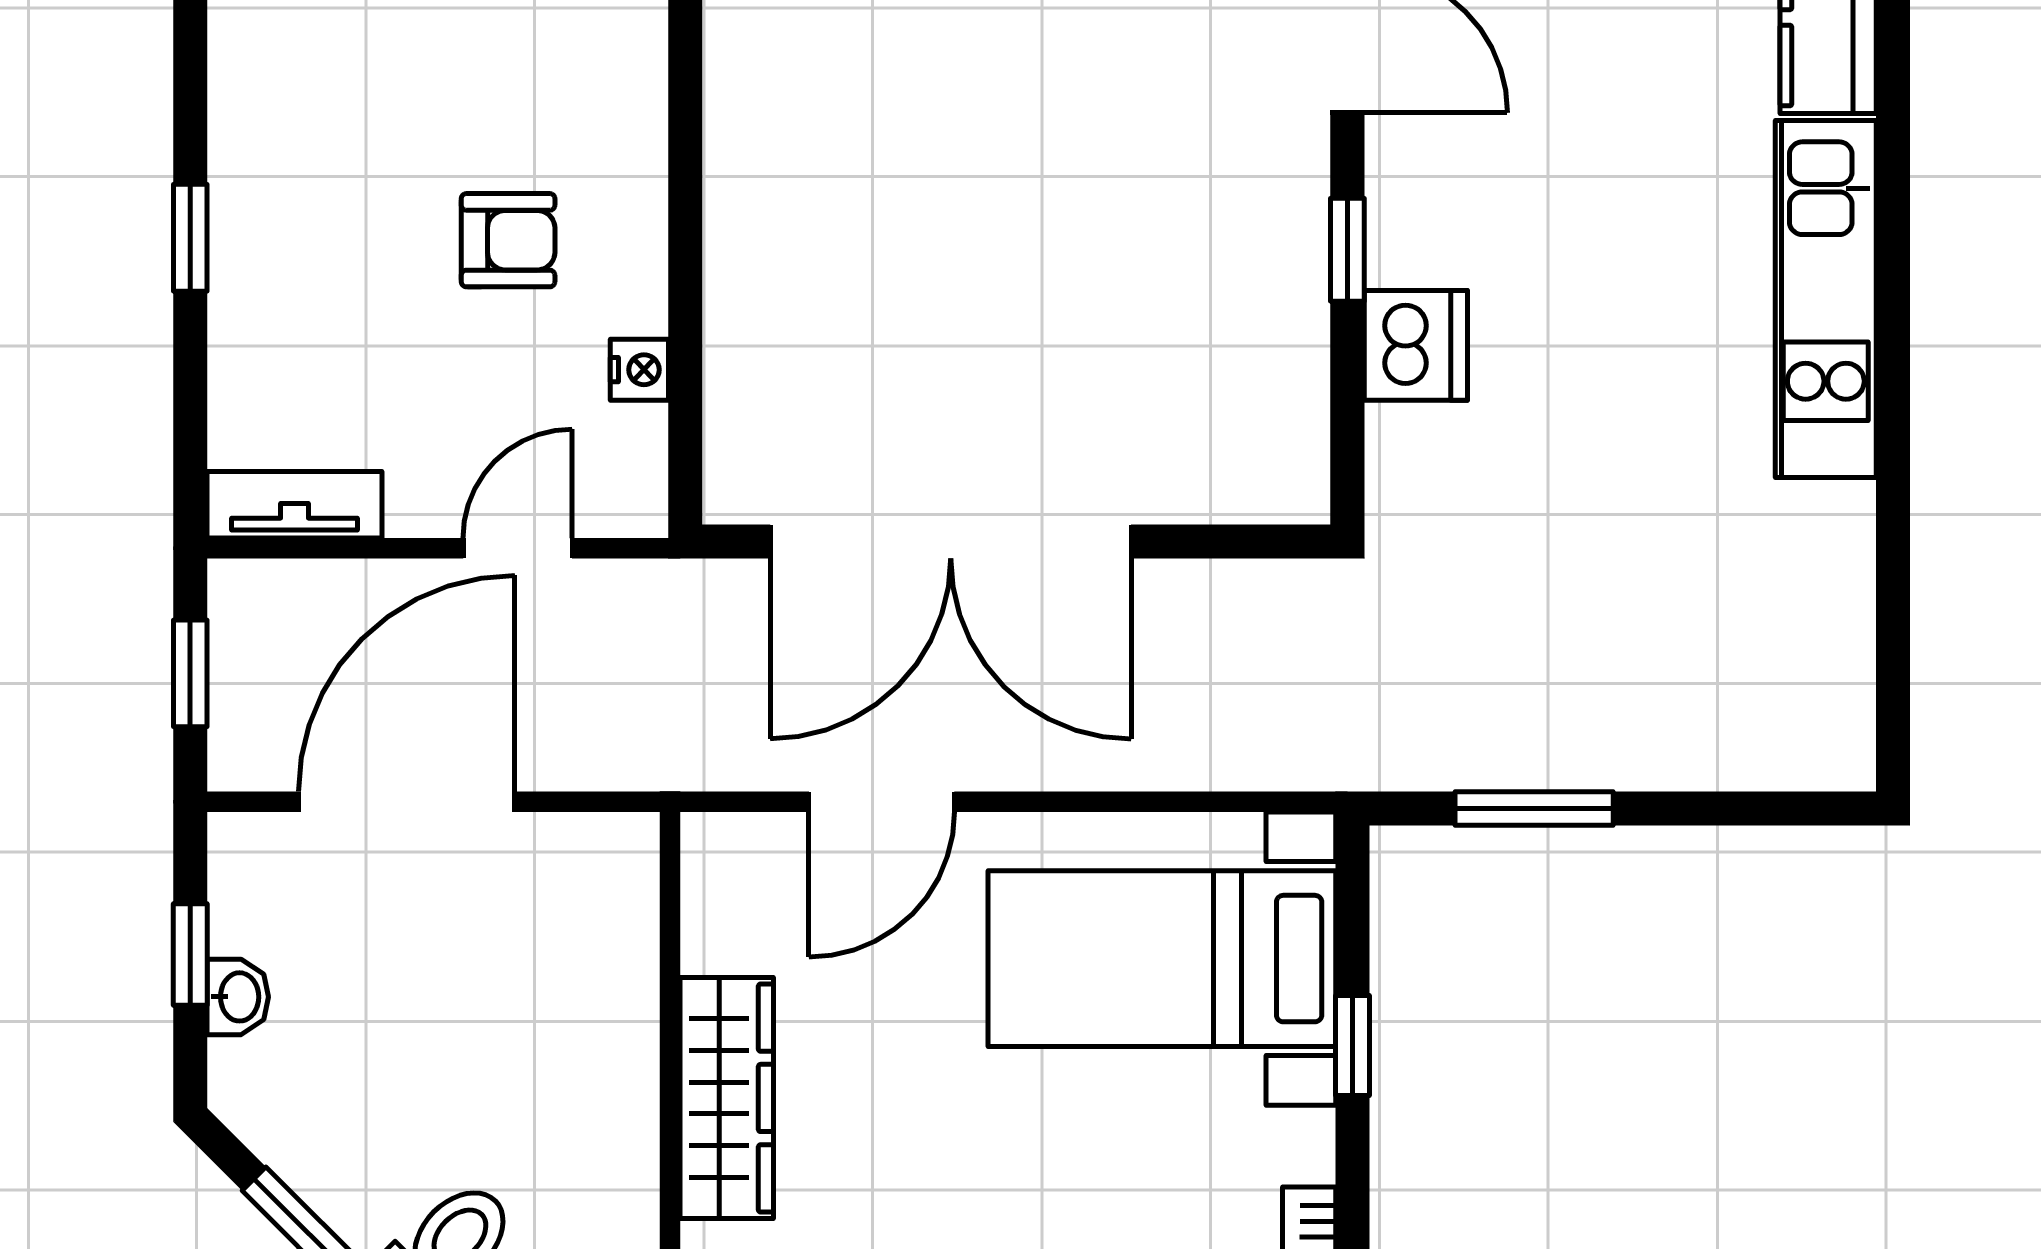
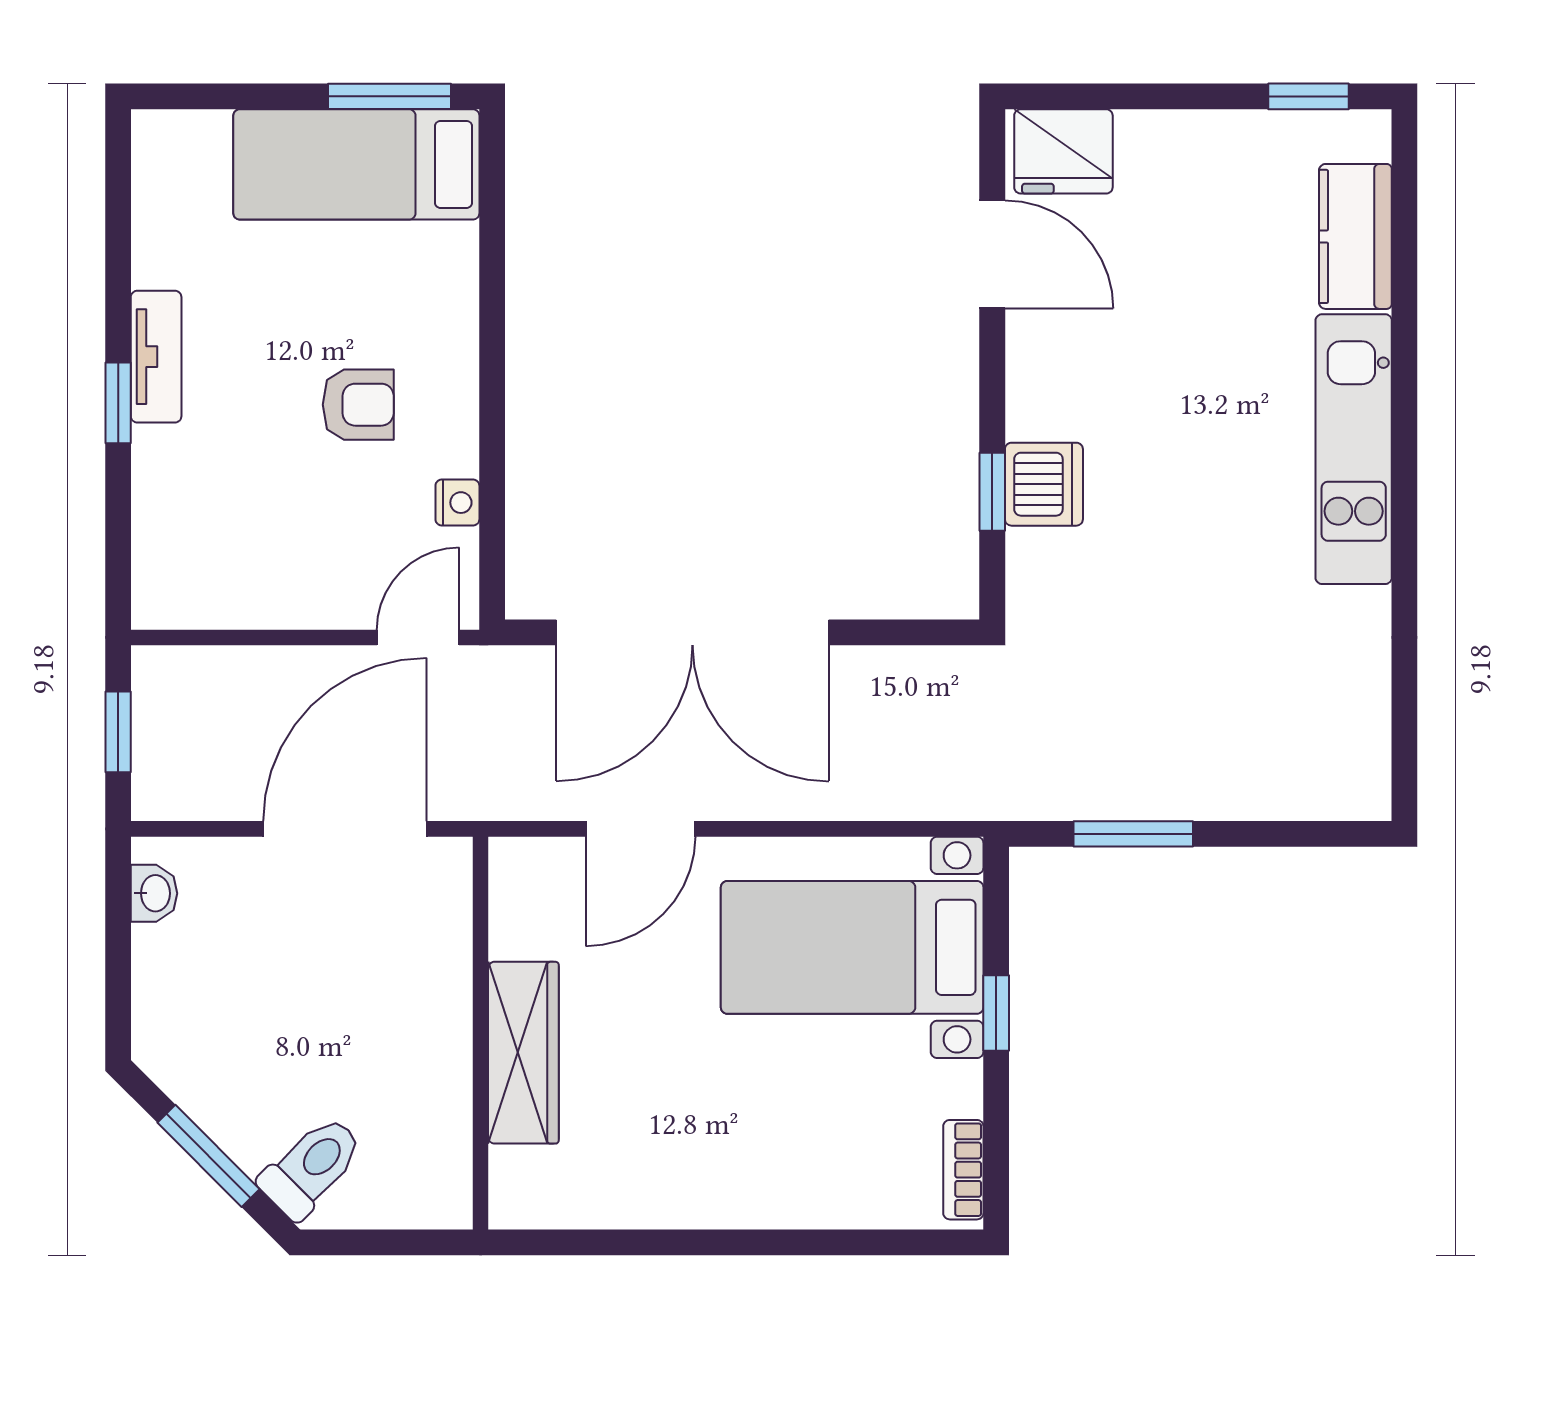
window: (1347, 250) -> (992, 492), moved
tv unit: (295, 505) -> (156, 357), moved, turned 90
door: (518, 548) -> (418, 637), moved
door: (407, 802) -> (345, 829), moved
window: (190, 954) -> (118, 944), removed
washbasin: (238, 997) -> (154, 893), moved

